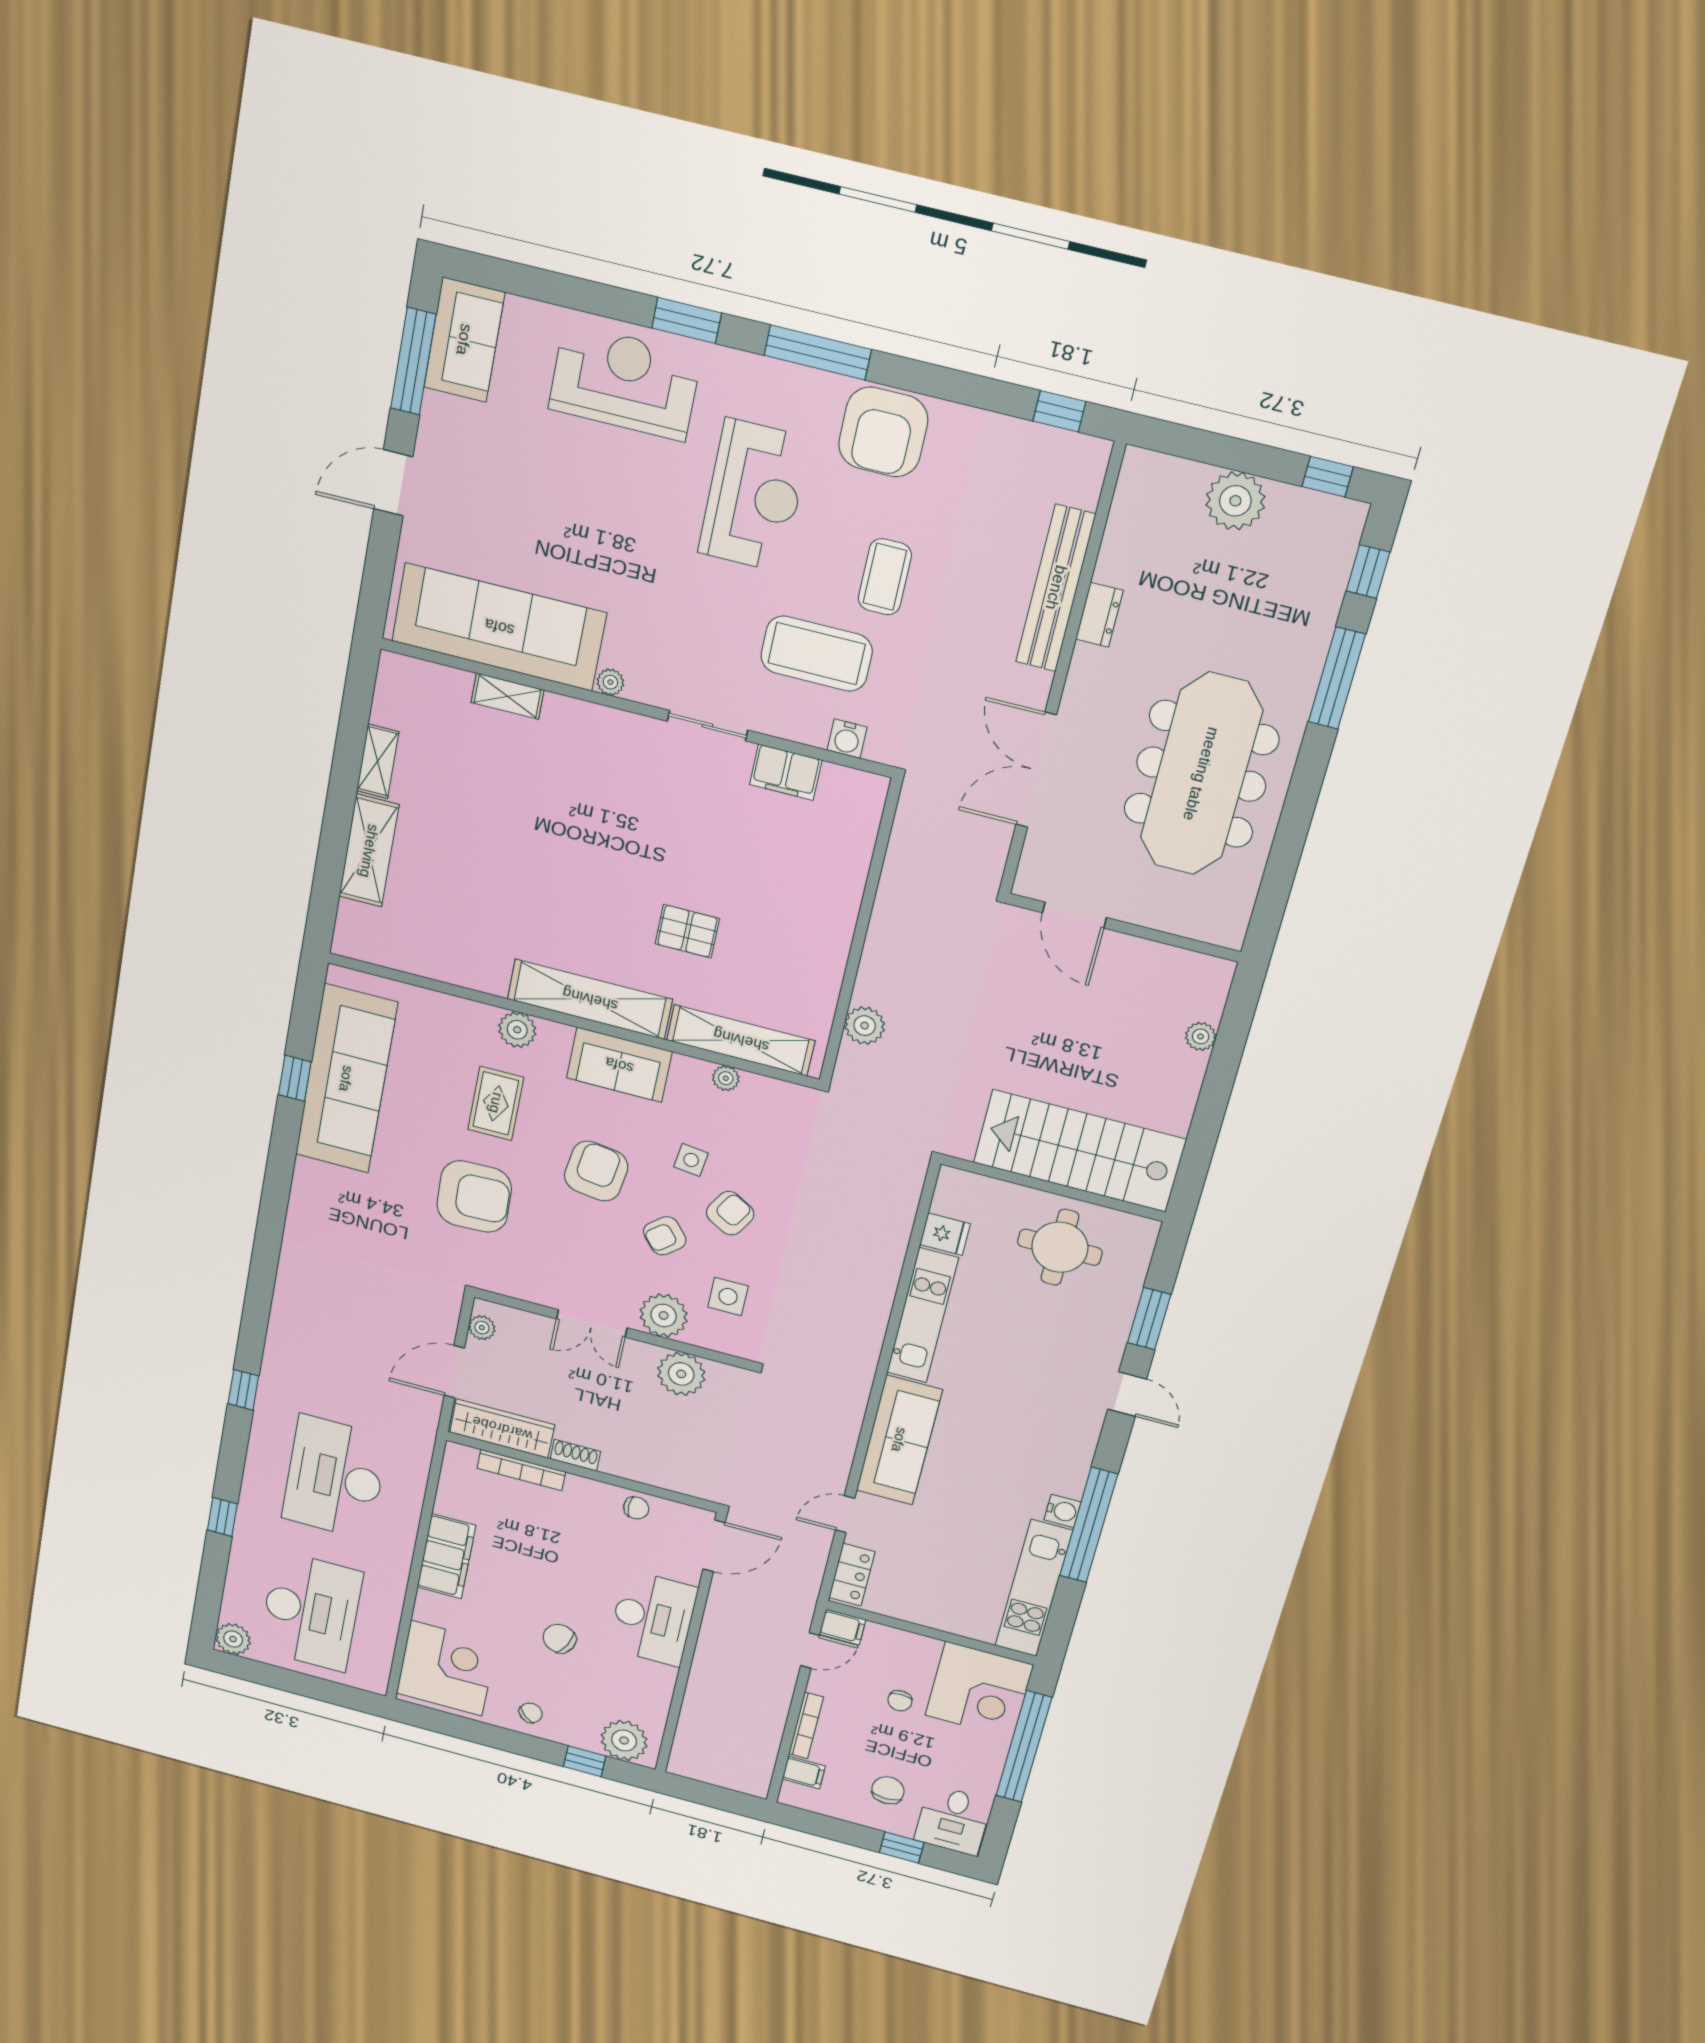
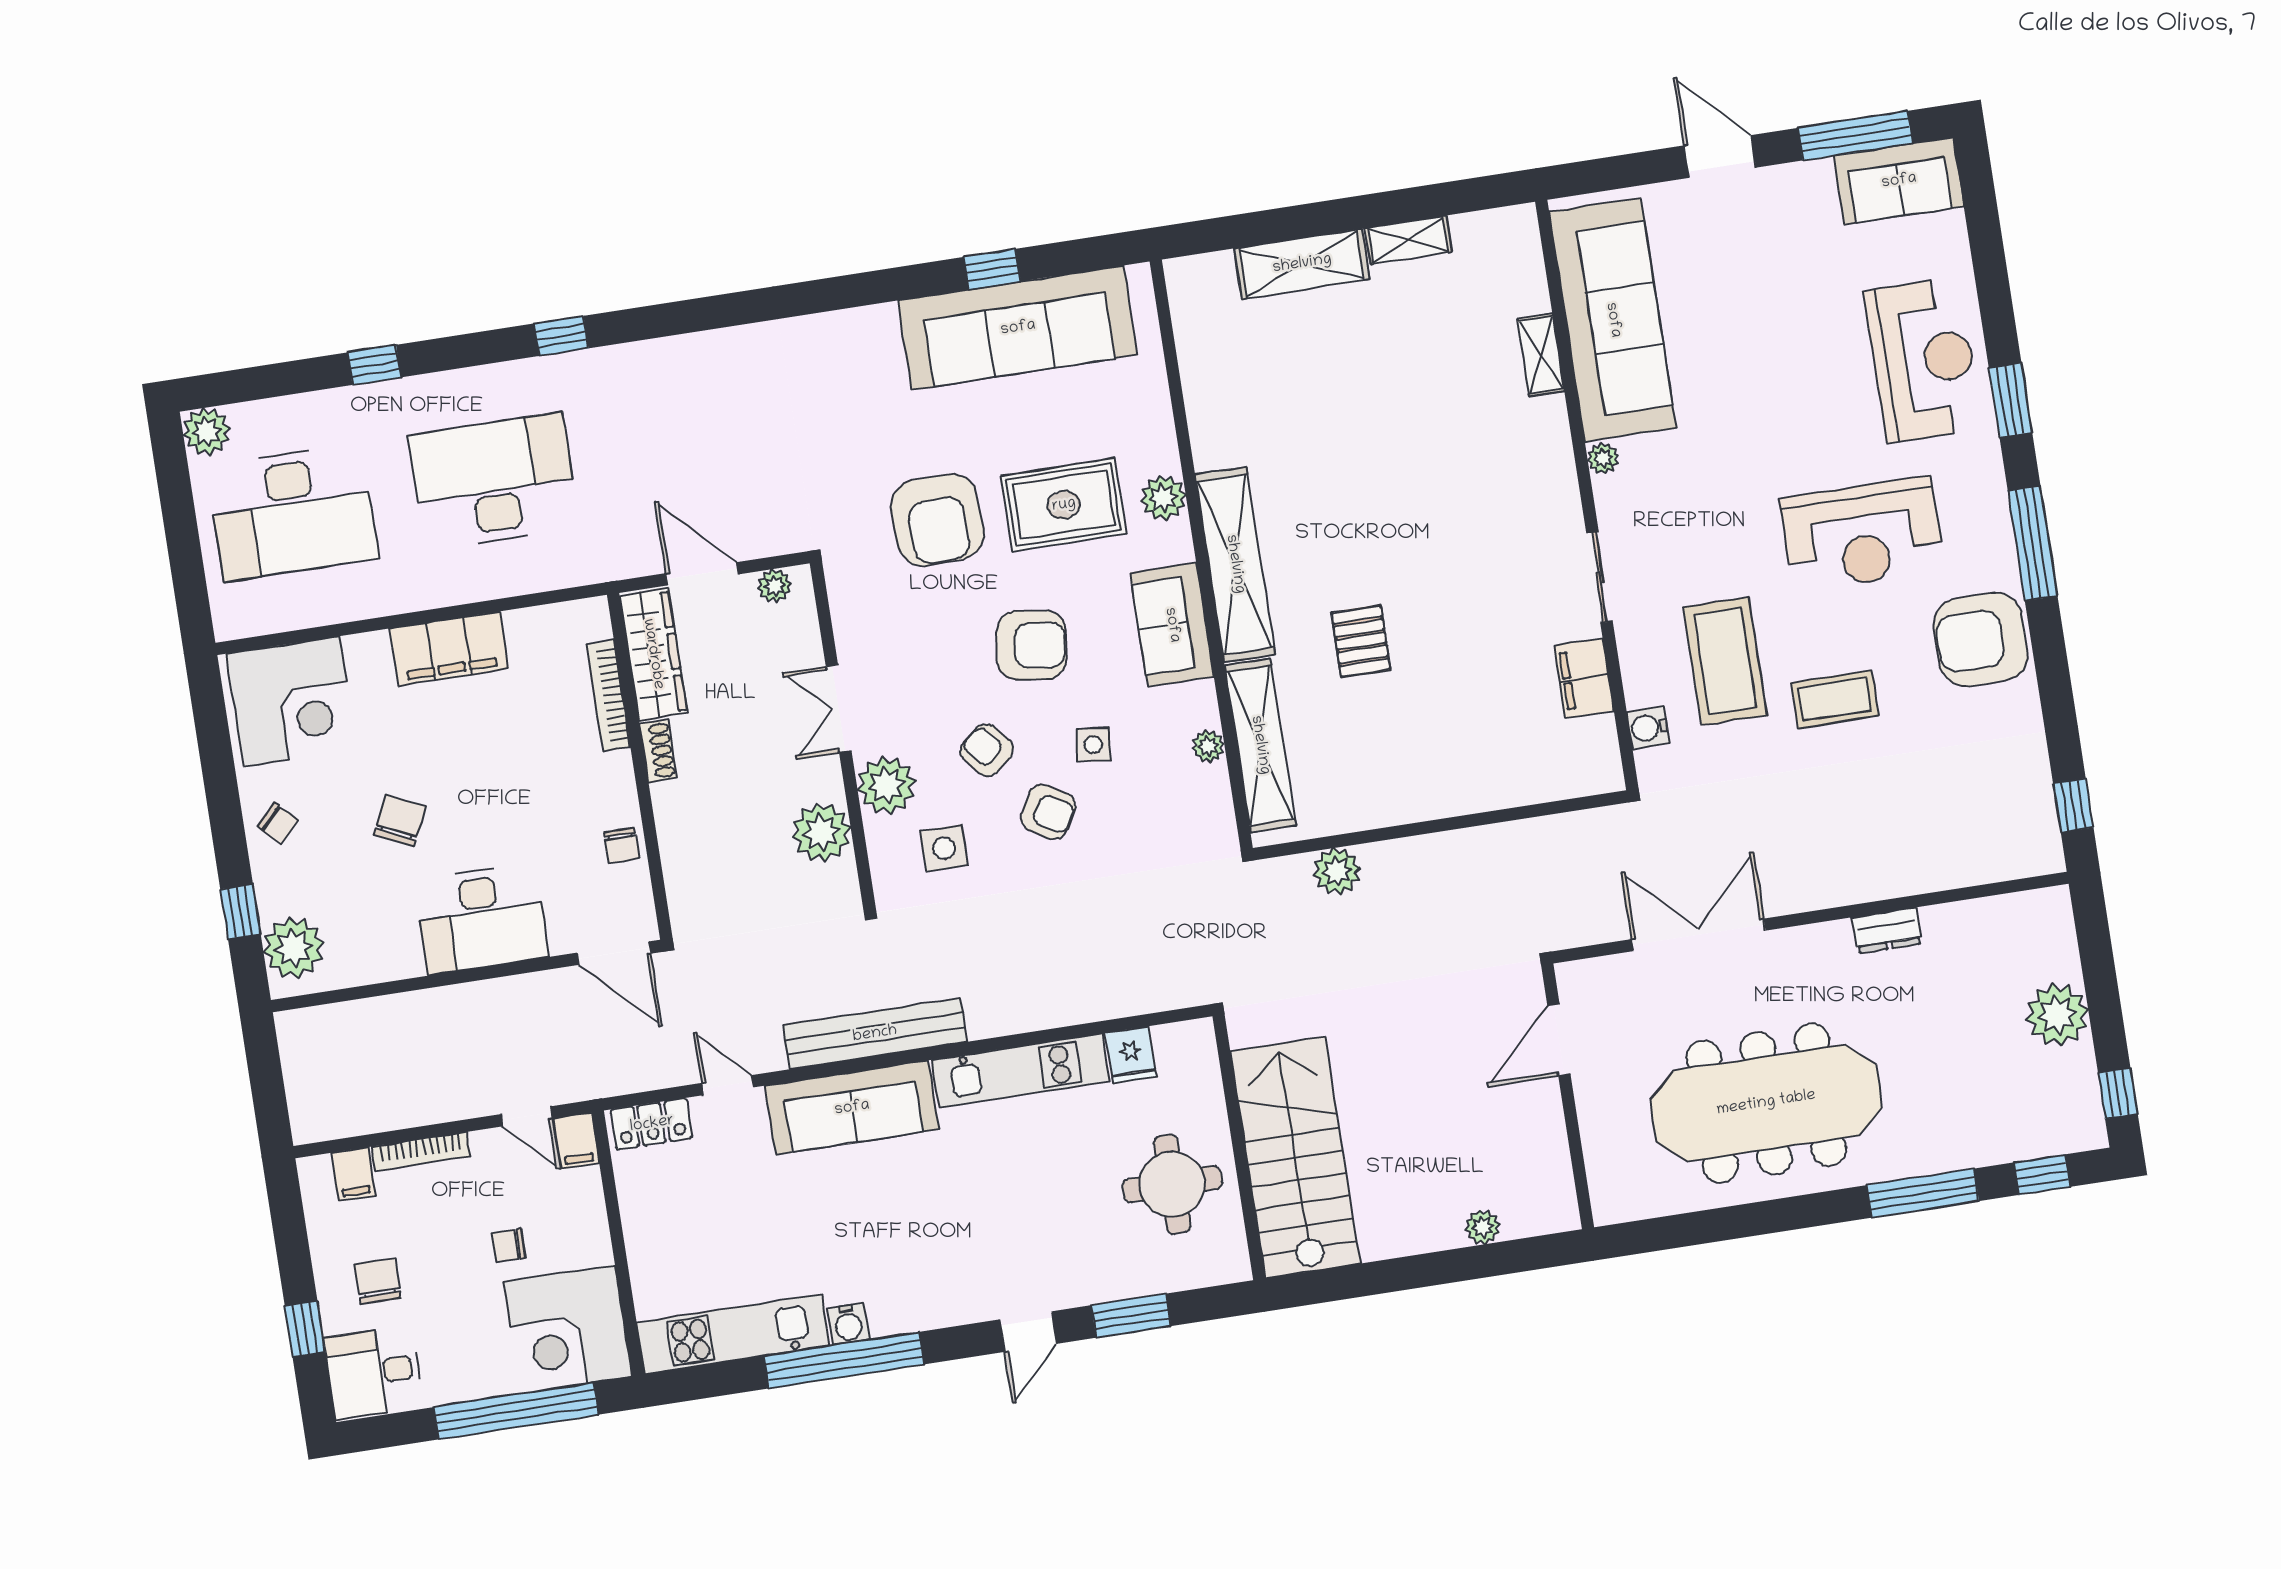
bench: (1056, 588) -> (875, 1034), moved
rug: (496, 1103) -> (1064, 505), width x1.36, depth x1.43
chair: (888, 1790) -> (378, 1281), turned -90

